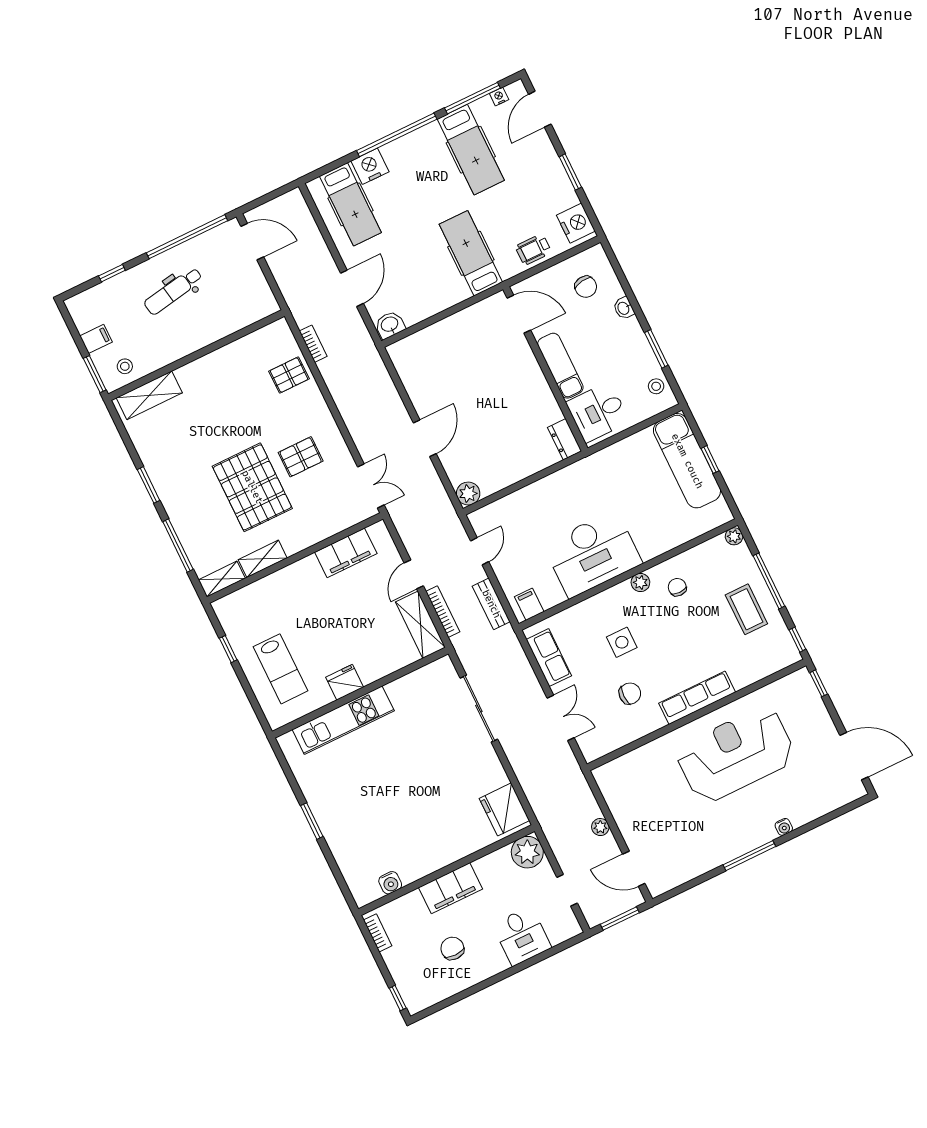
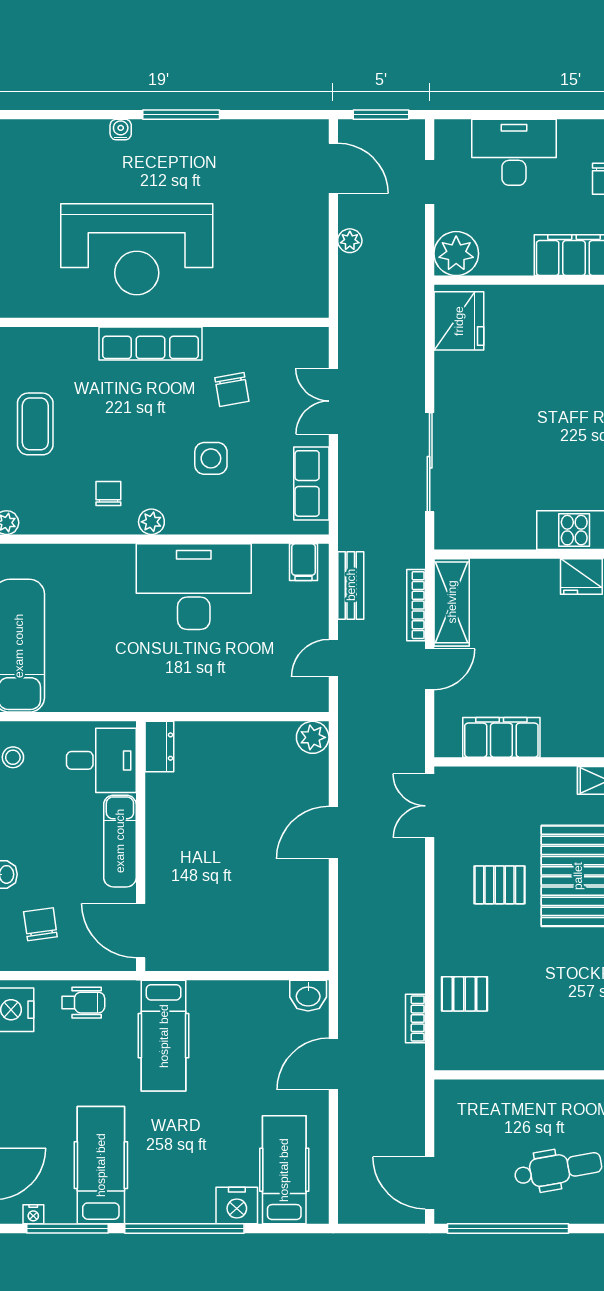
chair: (677, 587) -> (108, 494), turned 180
chair: (630, 694) -> (232, 389), turned -100
desk: (522, 936) -> (514, 152), width x1.37

